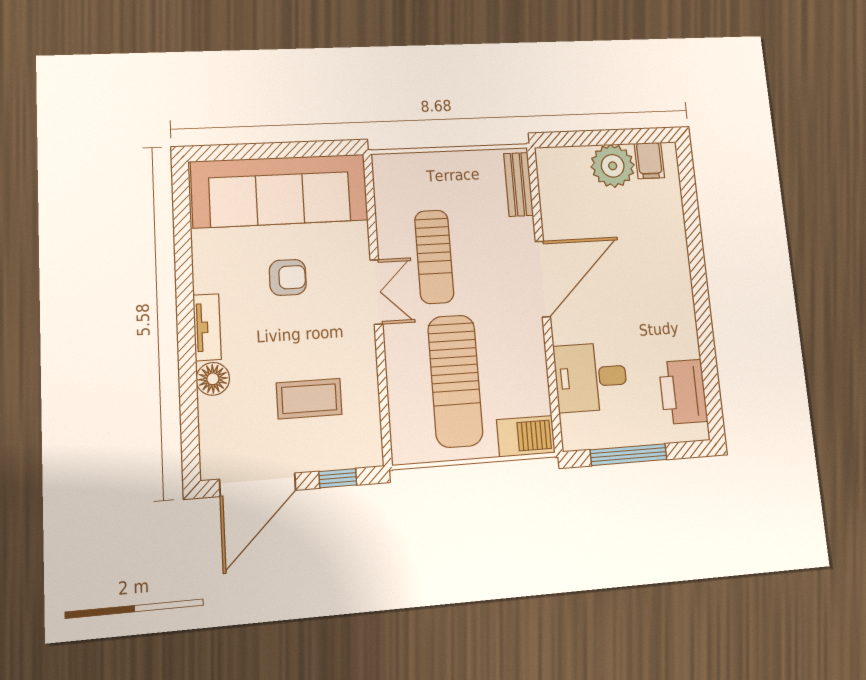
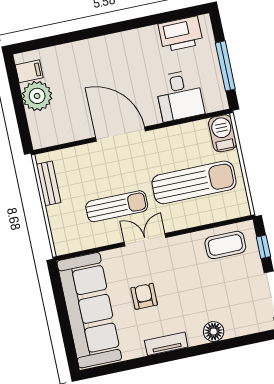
bench: (518, 184) -> (49, 183), moved, turned 90
tv unit: (207, 327) -> (166, 344), moved
coffee table: (309, 399) -> (225, 245), moved, turned 90

